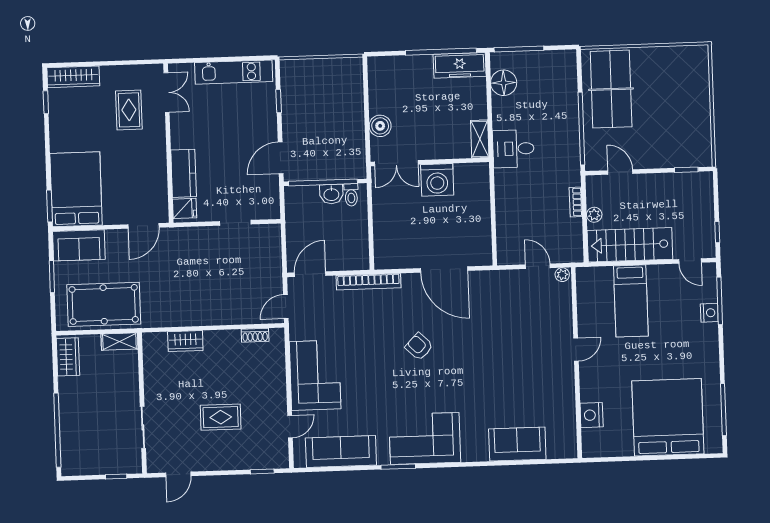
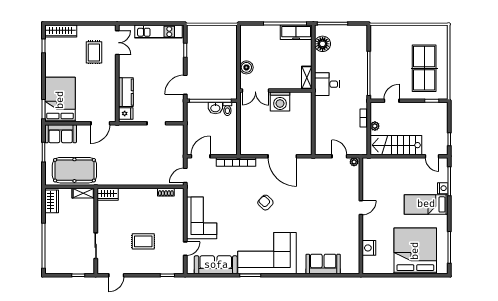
table tennis table: (611, 89) -> (424, 68), moved
door: (620, 172) -> (392, 101), hinge flipped
bed: (631, 301) -> (426, 204), moved, turned 90
wardrobe: (185, 341) -> (108, 194), moved
corner sofa: (425, 438) -> (267, 253), width x1.36, depth x1.36

